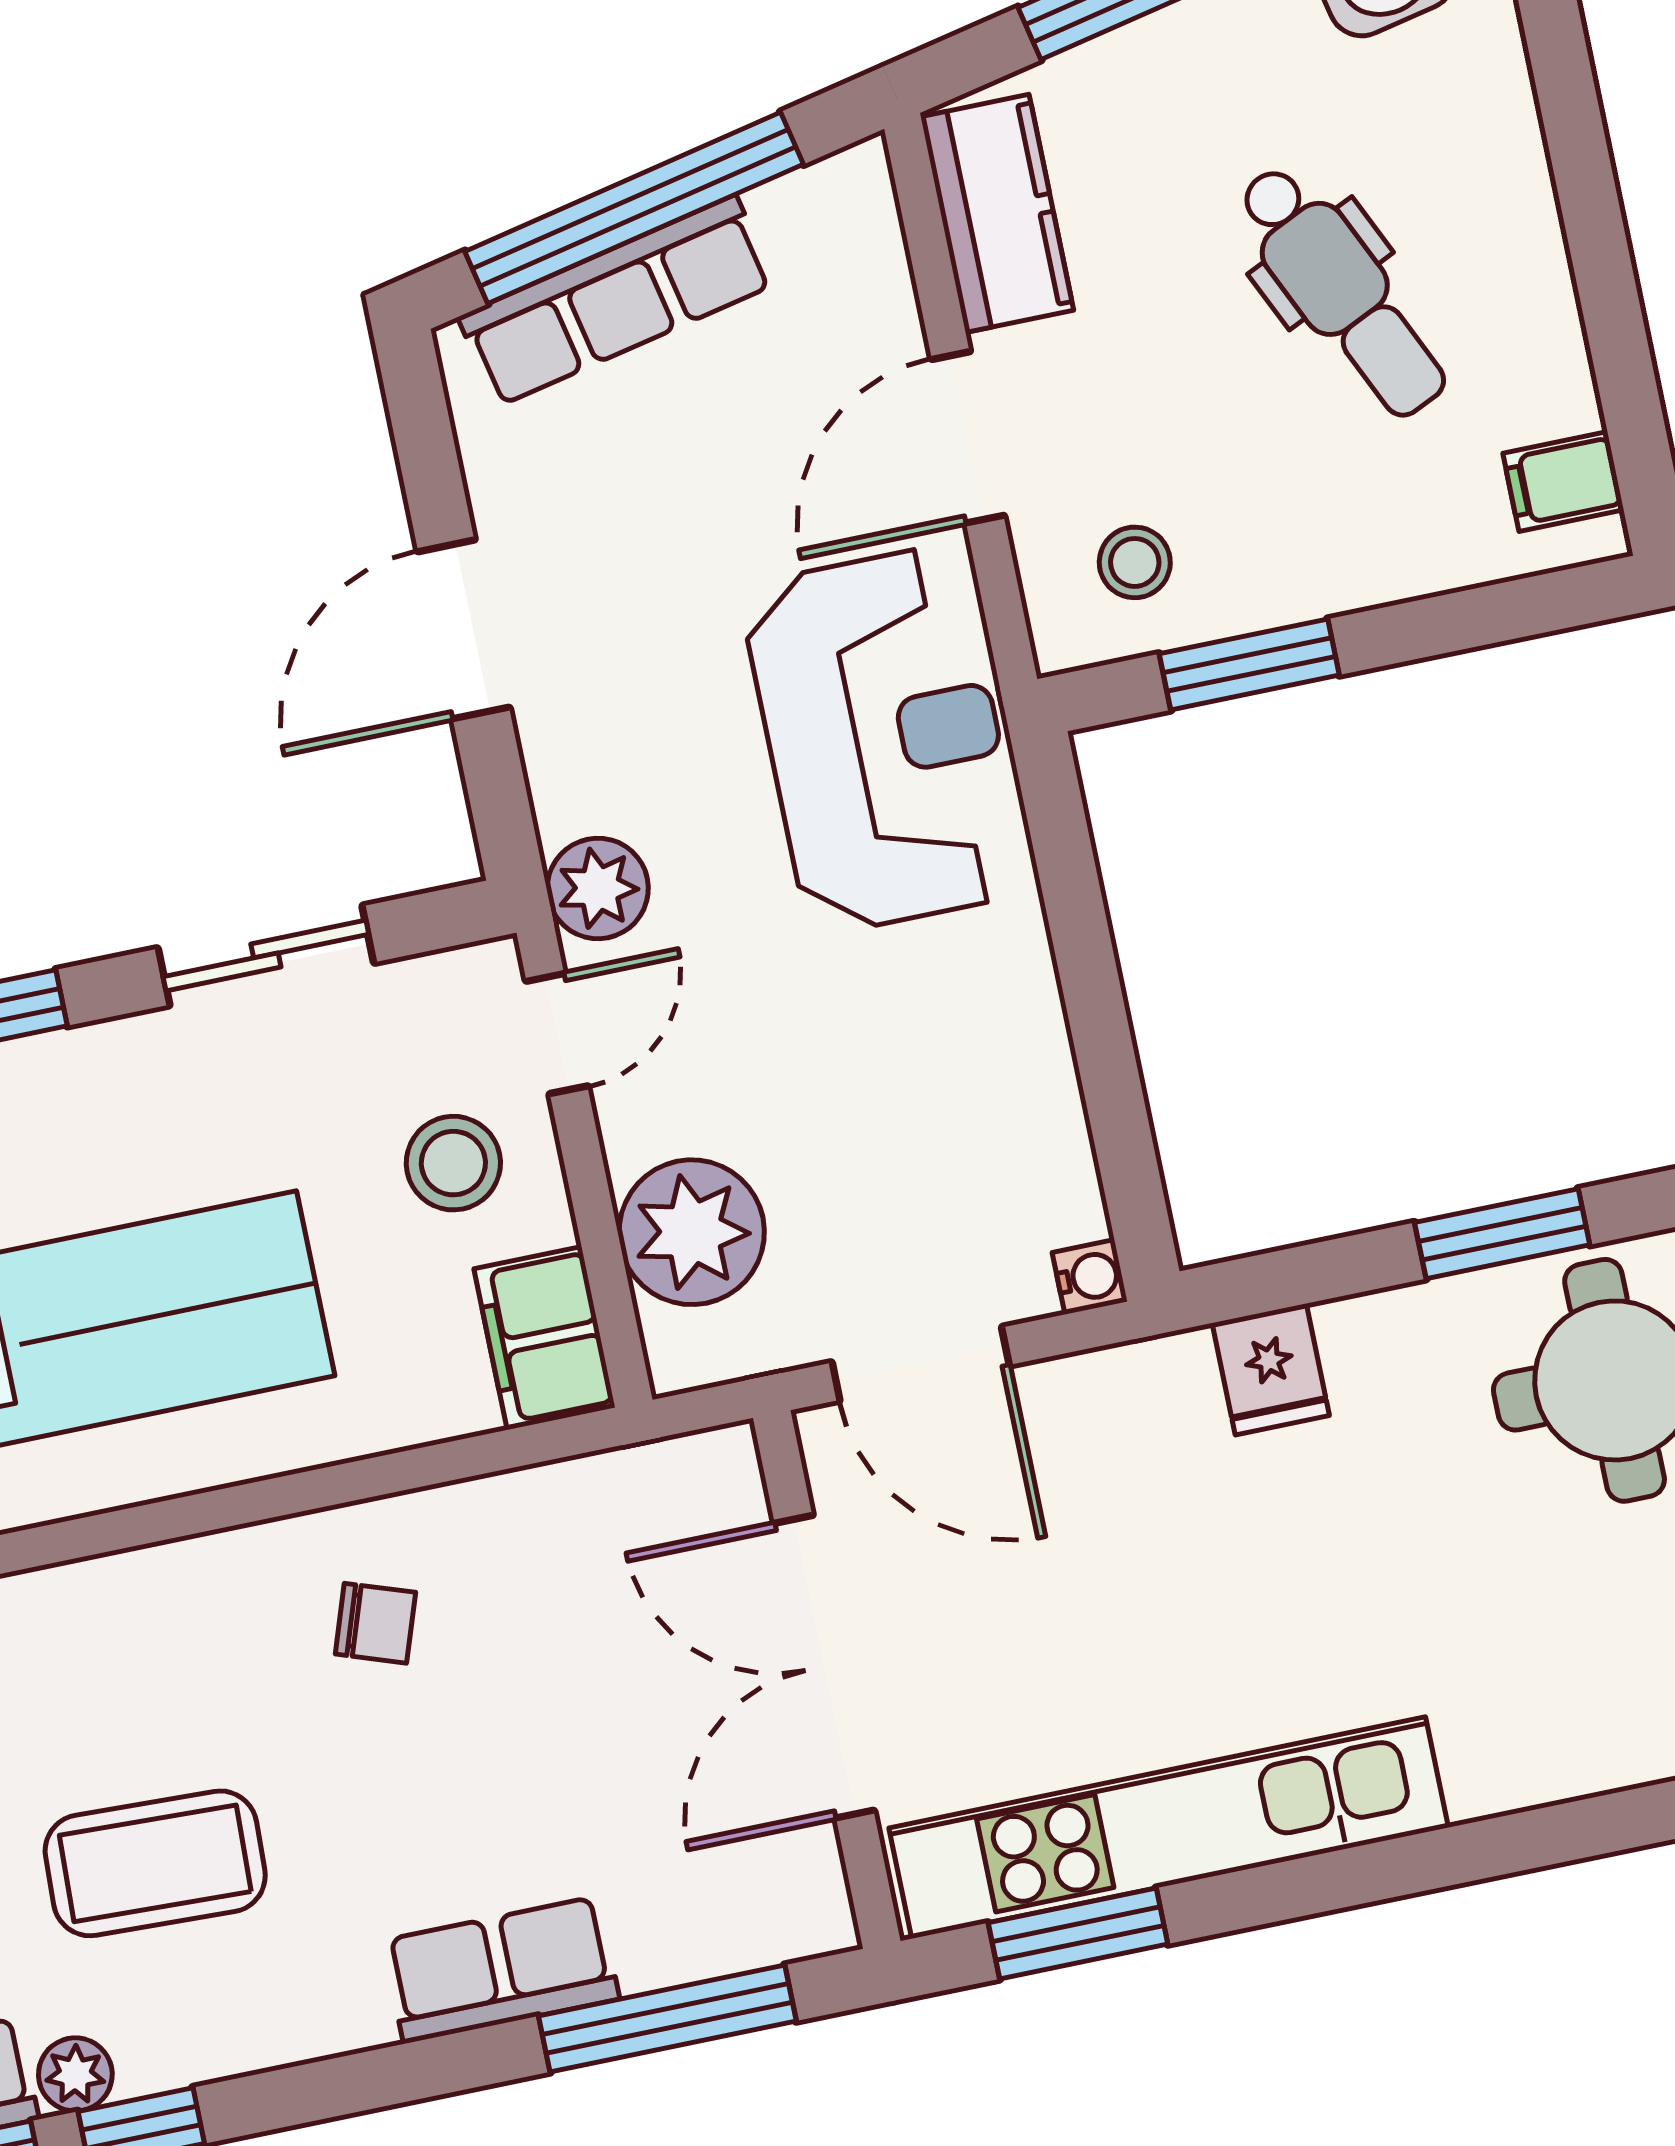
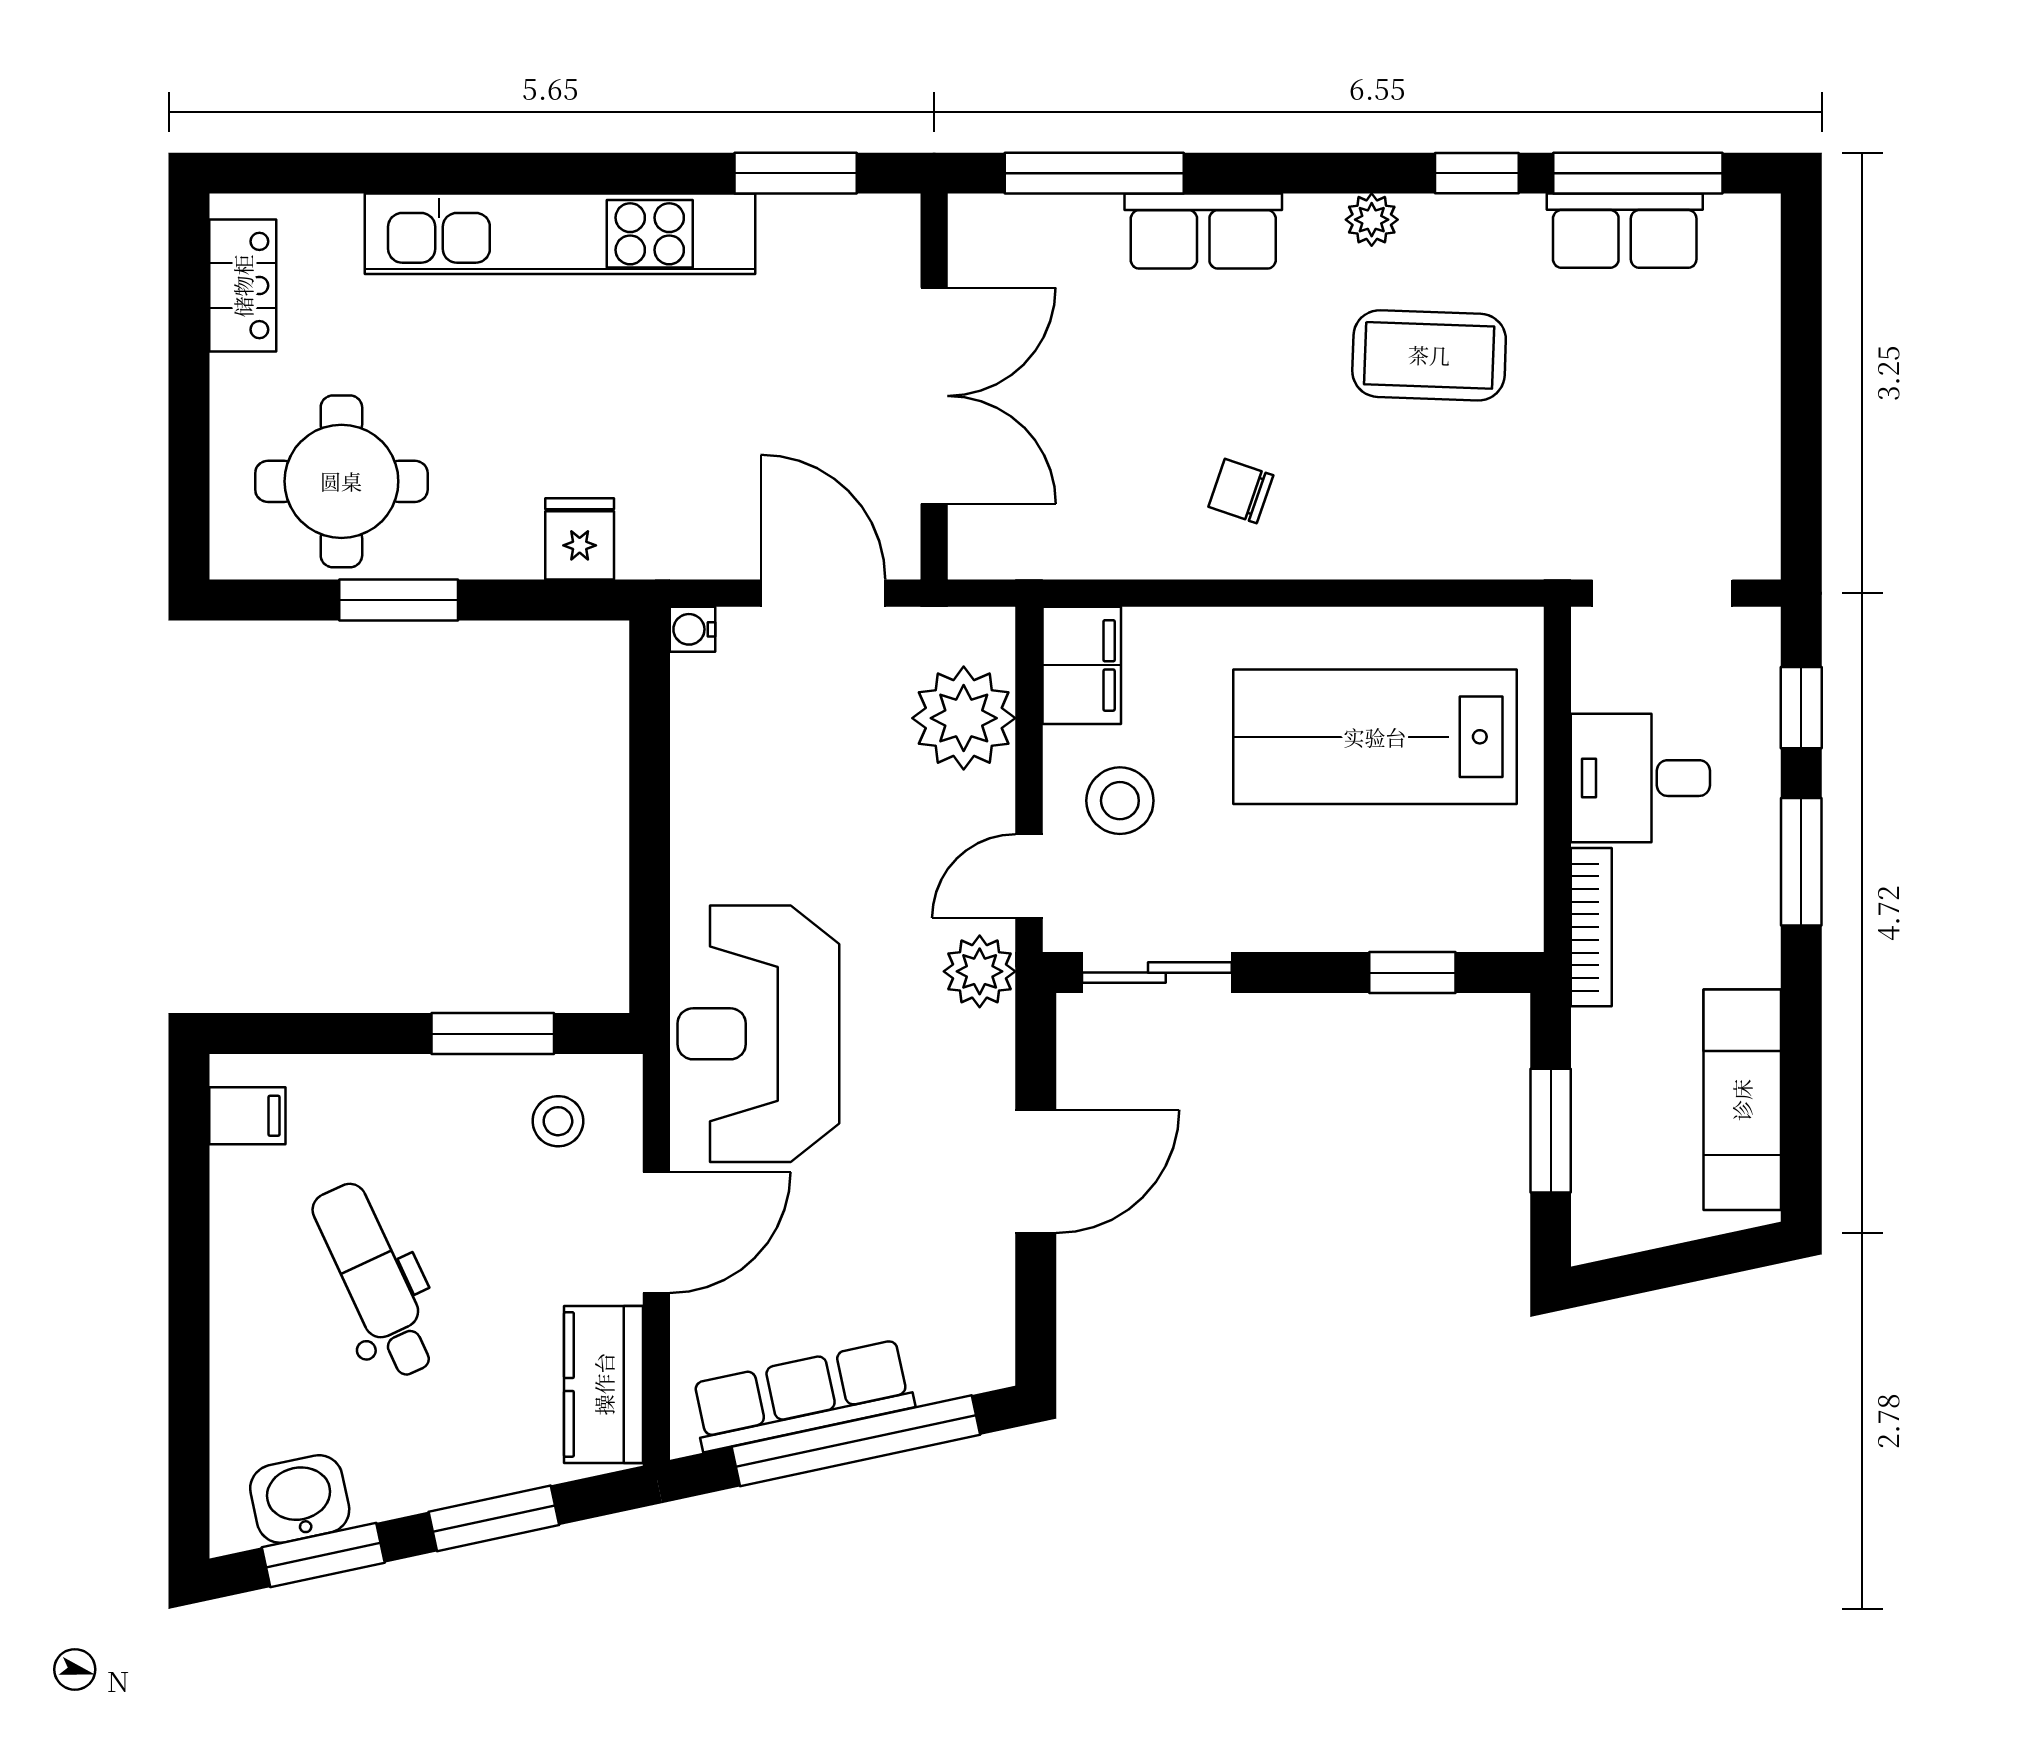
row of seats: (616, 301) -> (802, 1396), moved
sliding door: (266, 955) -> (1157, 973), moved
kitchen unit: (1169, 1828) -> (560, 234), moved
plant: (75, 2074) -> (1372, 220), moved

